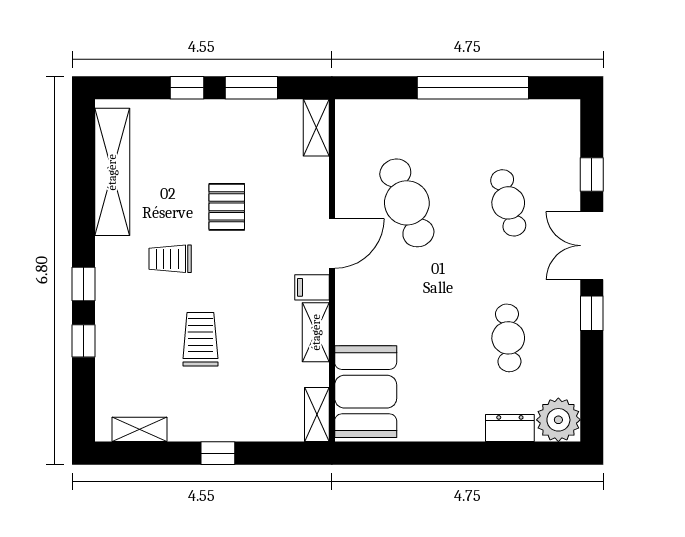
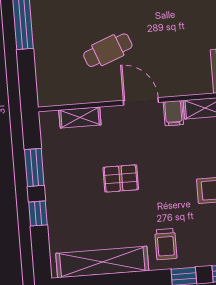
shelving: (316, 128) -> (80, 117), moved
cafe table: (407, 203) -> (108, 50), width x0.73, depth x0.74
trolley: (170, 259) -> (166, 244), moved

